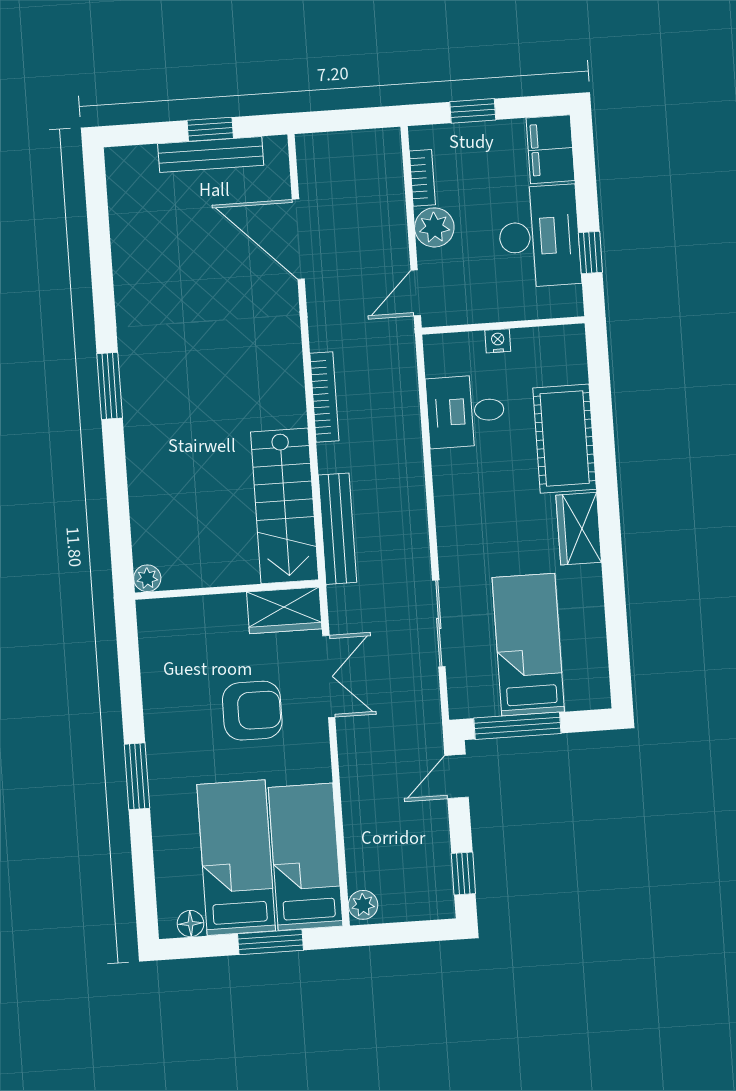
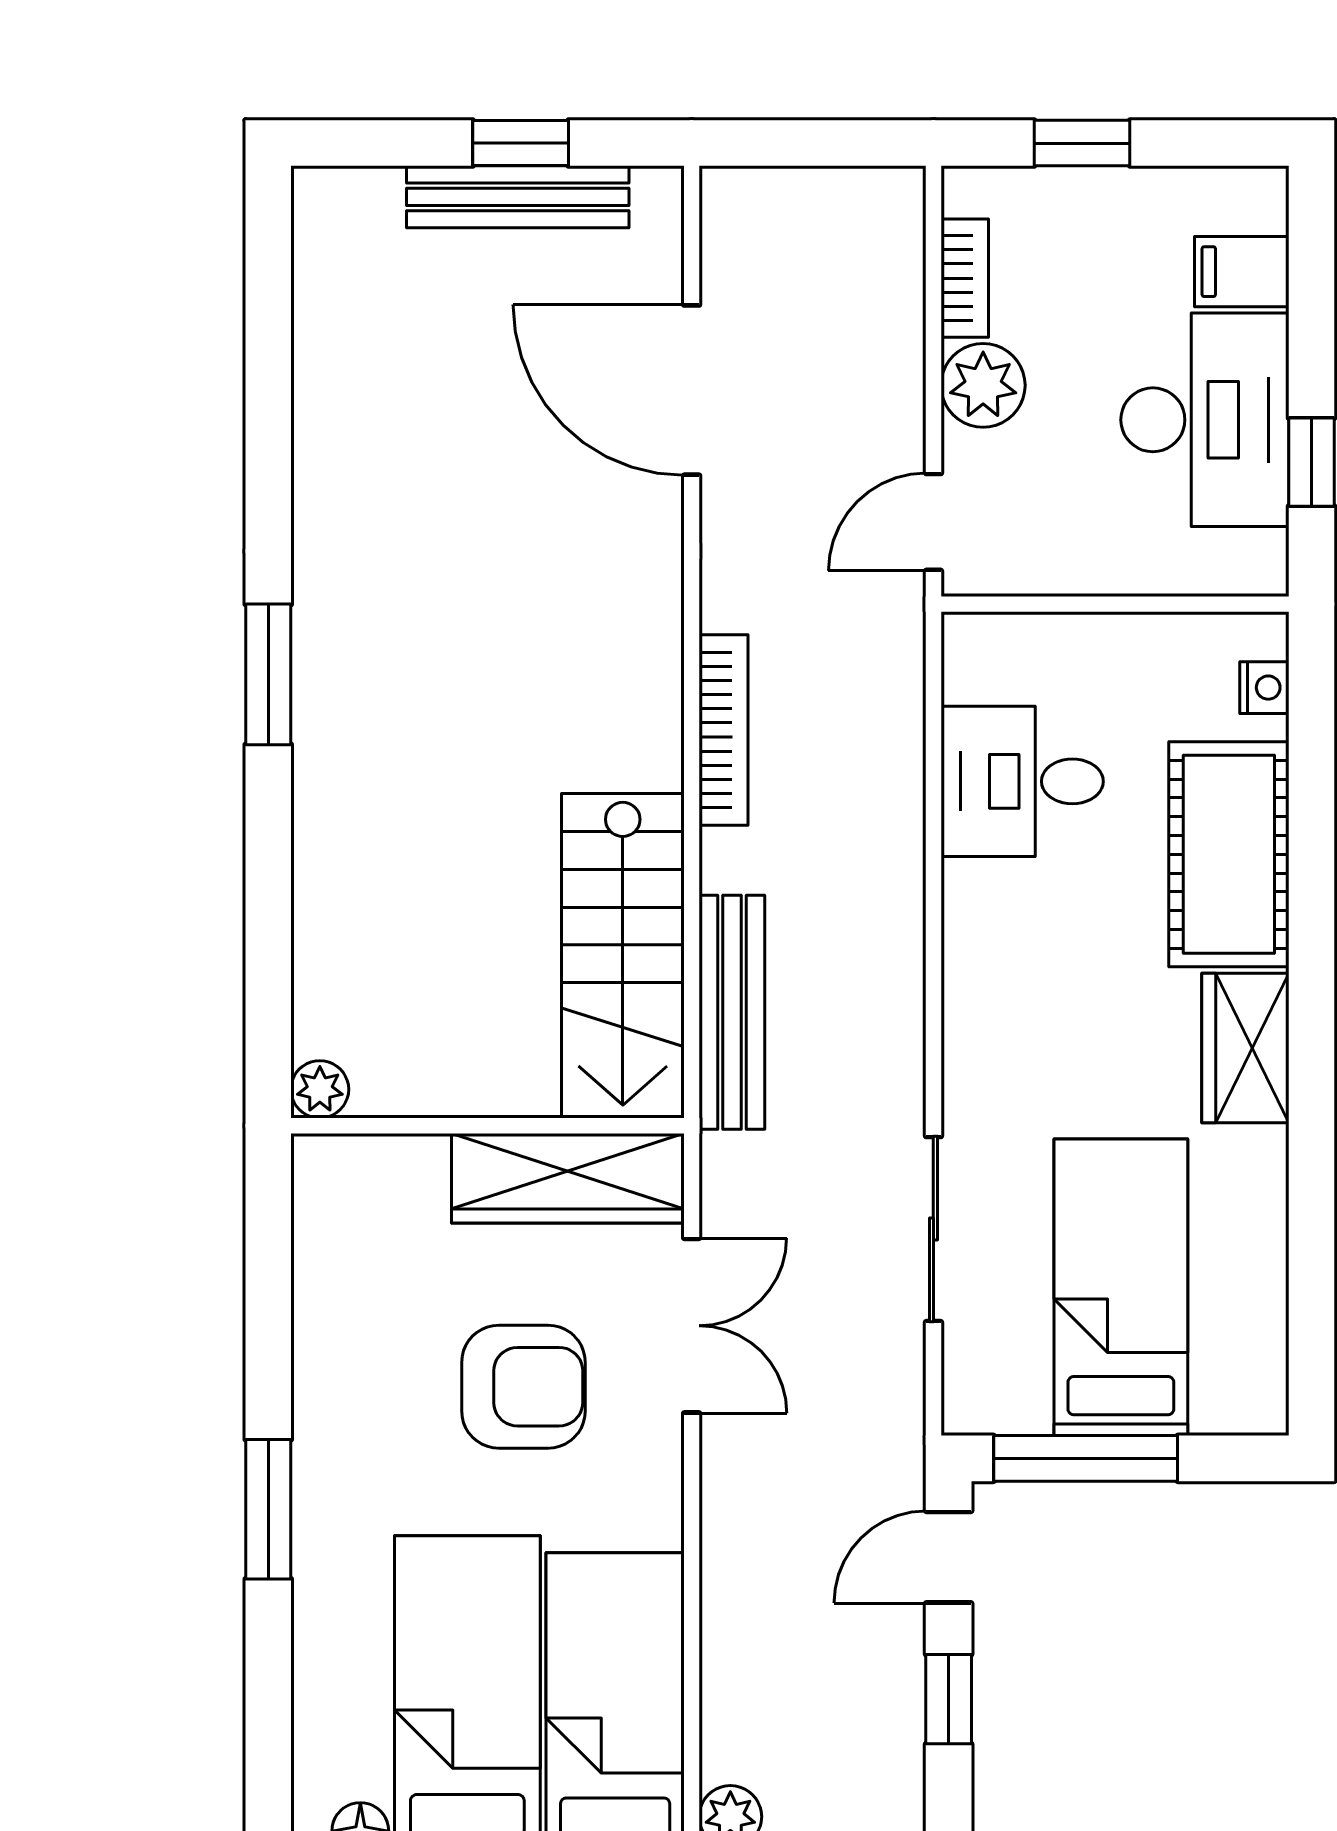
filing cabinet: (550, 149) -> (1242, 272), width x0.50
nightstand: (498, 341) -> (1264, 688), moved, turned 90
wardrobe: (284, 610) -> (568, 1178), width x1.50
window: (463, 874) -> (949, 1699), moved

